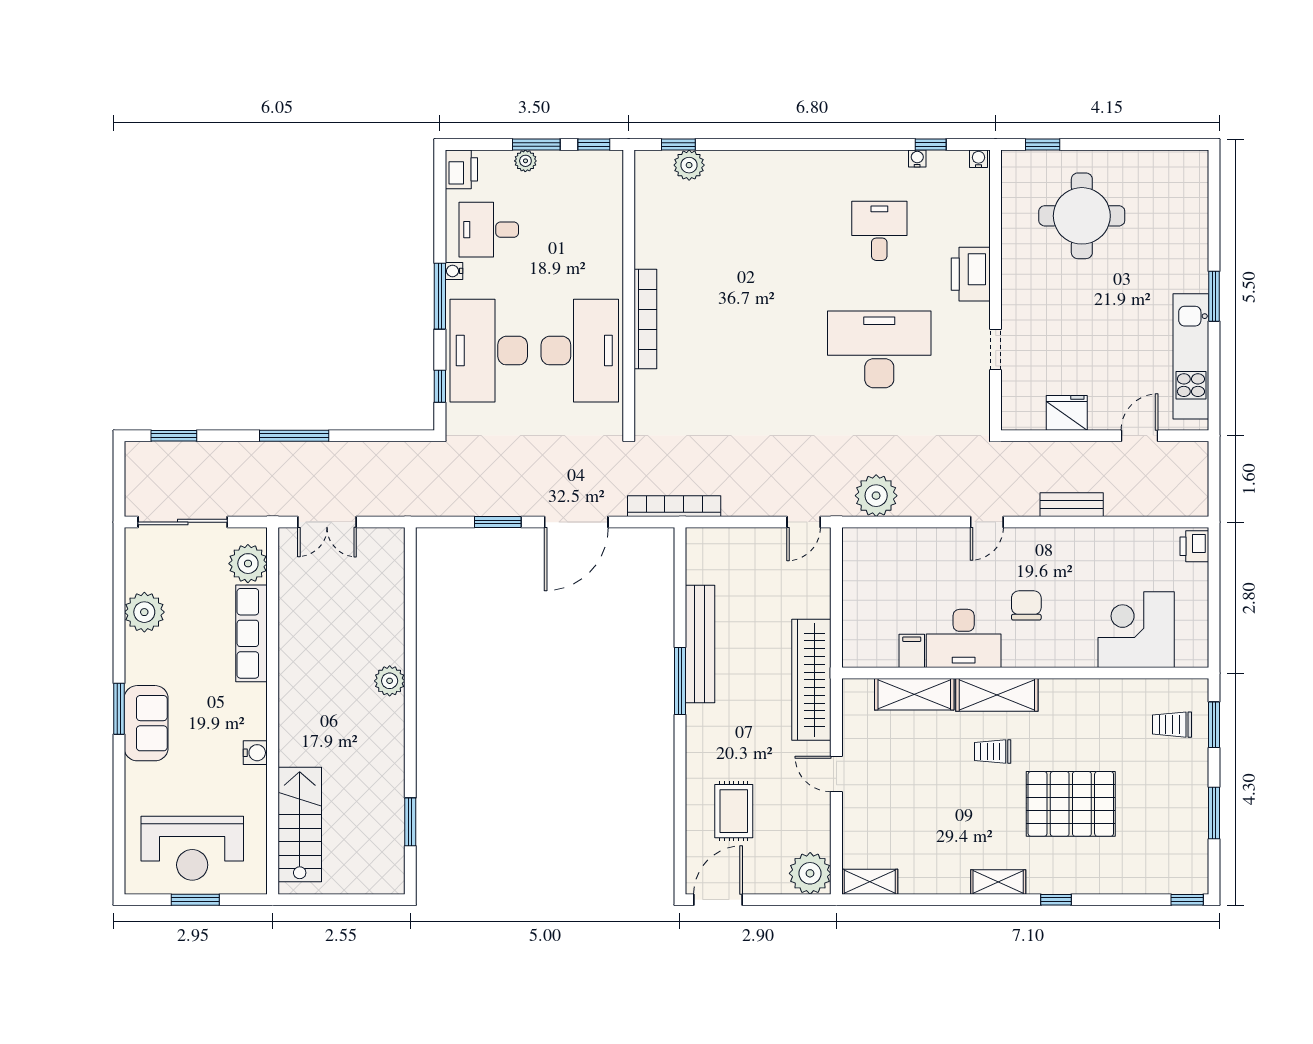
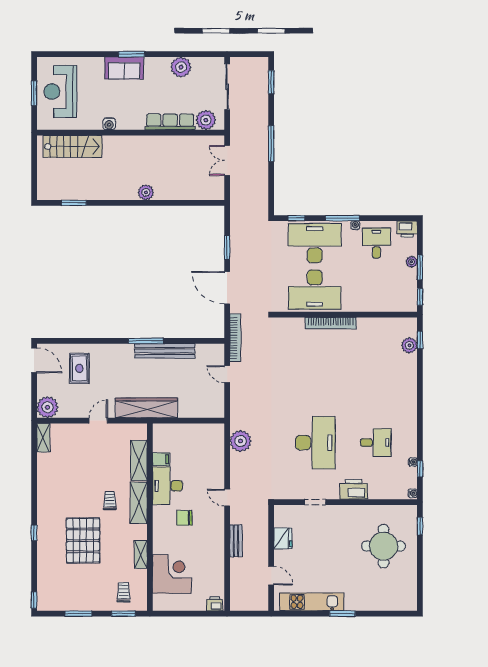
door: (804, 522) -> (227, 374), moved
chair: (1026, 605) -> (184, 518), turned 180
rug: (734, 811) -> (79, 368), turned 90
shelving: (998, 882) -> (141, 554), moved

